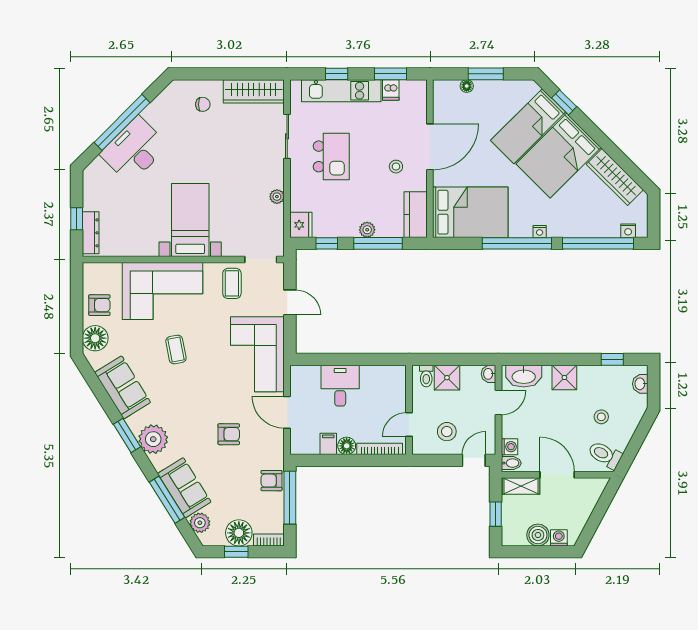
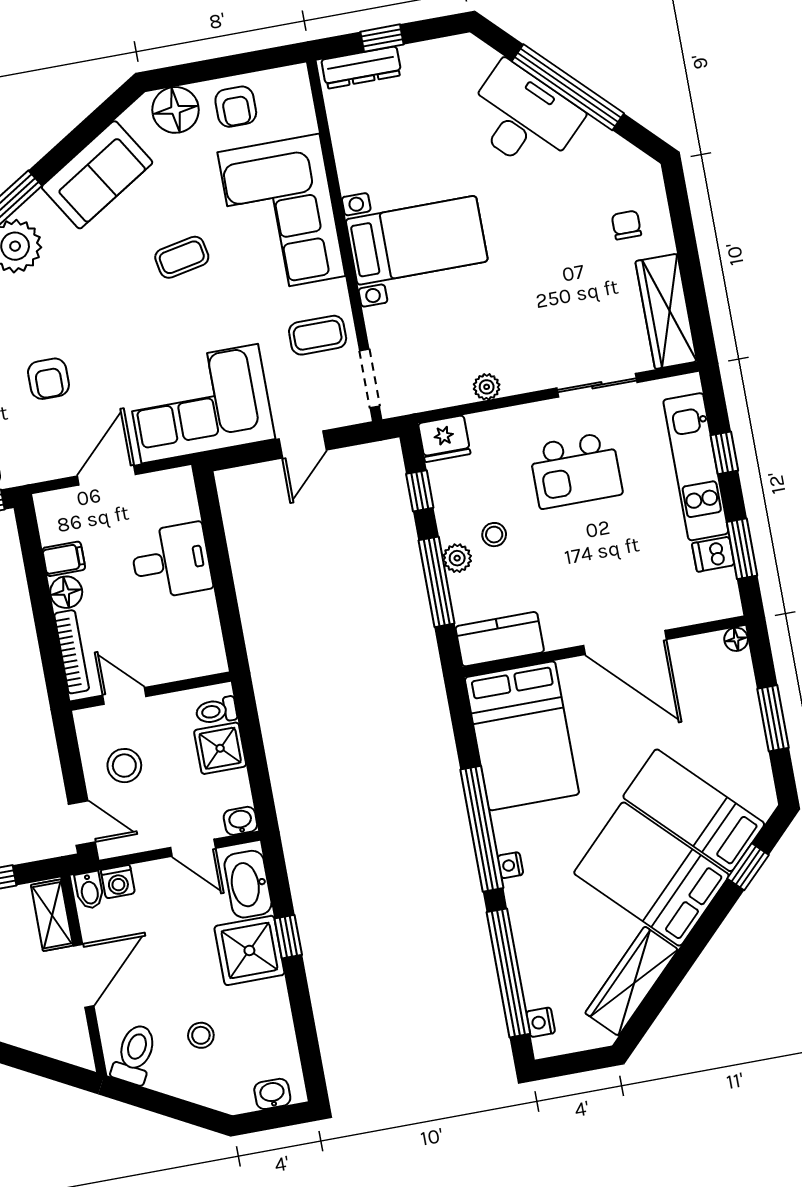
floor lamp: (467, 86) -> (736, 639), moved
chair: (203, 104) -> (626, 225), turned 180
stool: (396, 167) -> (494, 535), moved
window: (612, 359) -> (288, 937), moved
shower: (564, 377) -> (249, 950), width x1.36, depth x1.36

